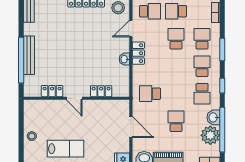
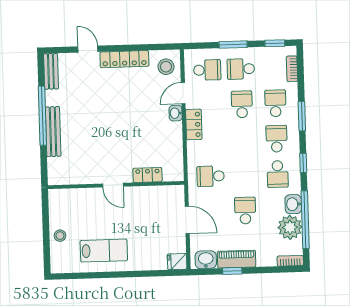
washbasin: (124, 59) -> (176, 113), moved
window: (21, 60) -> (42, 116), moved
locker: (52, 91) -> (84, 177), removed

